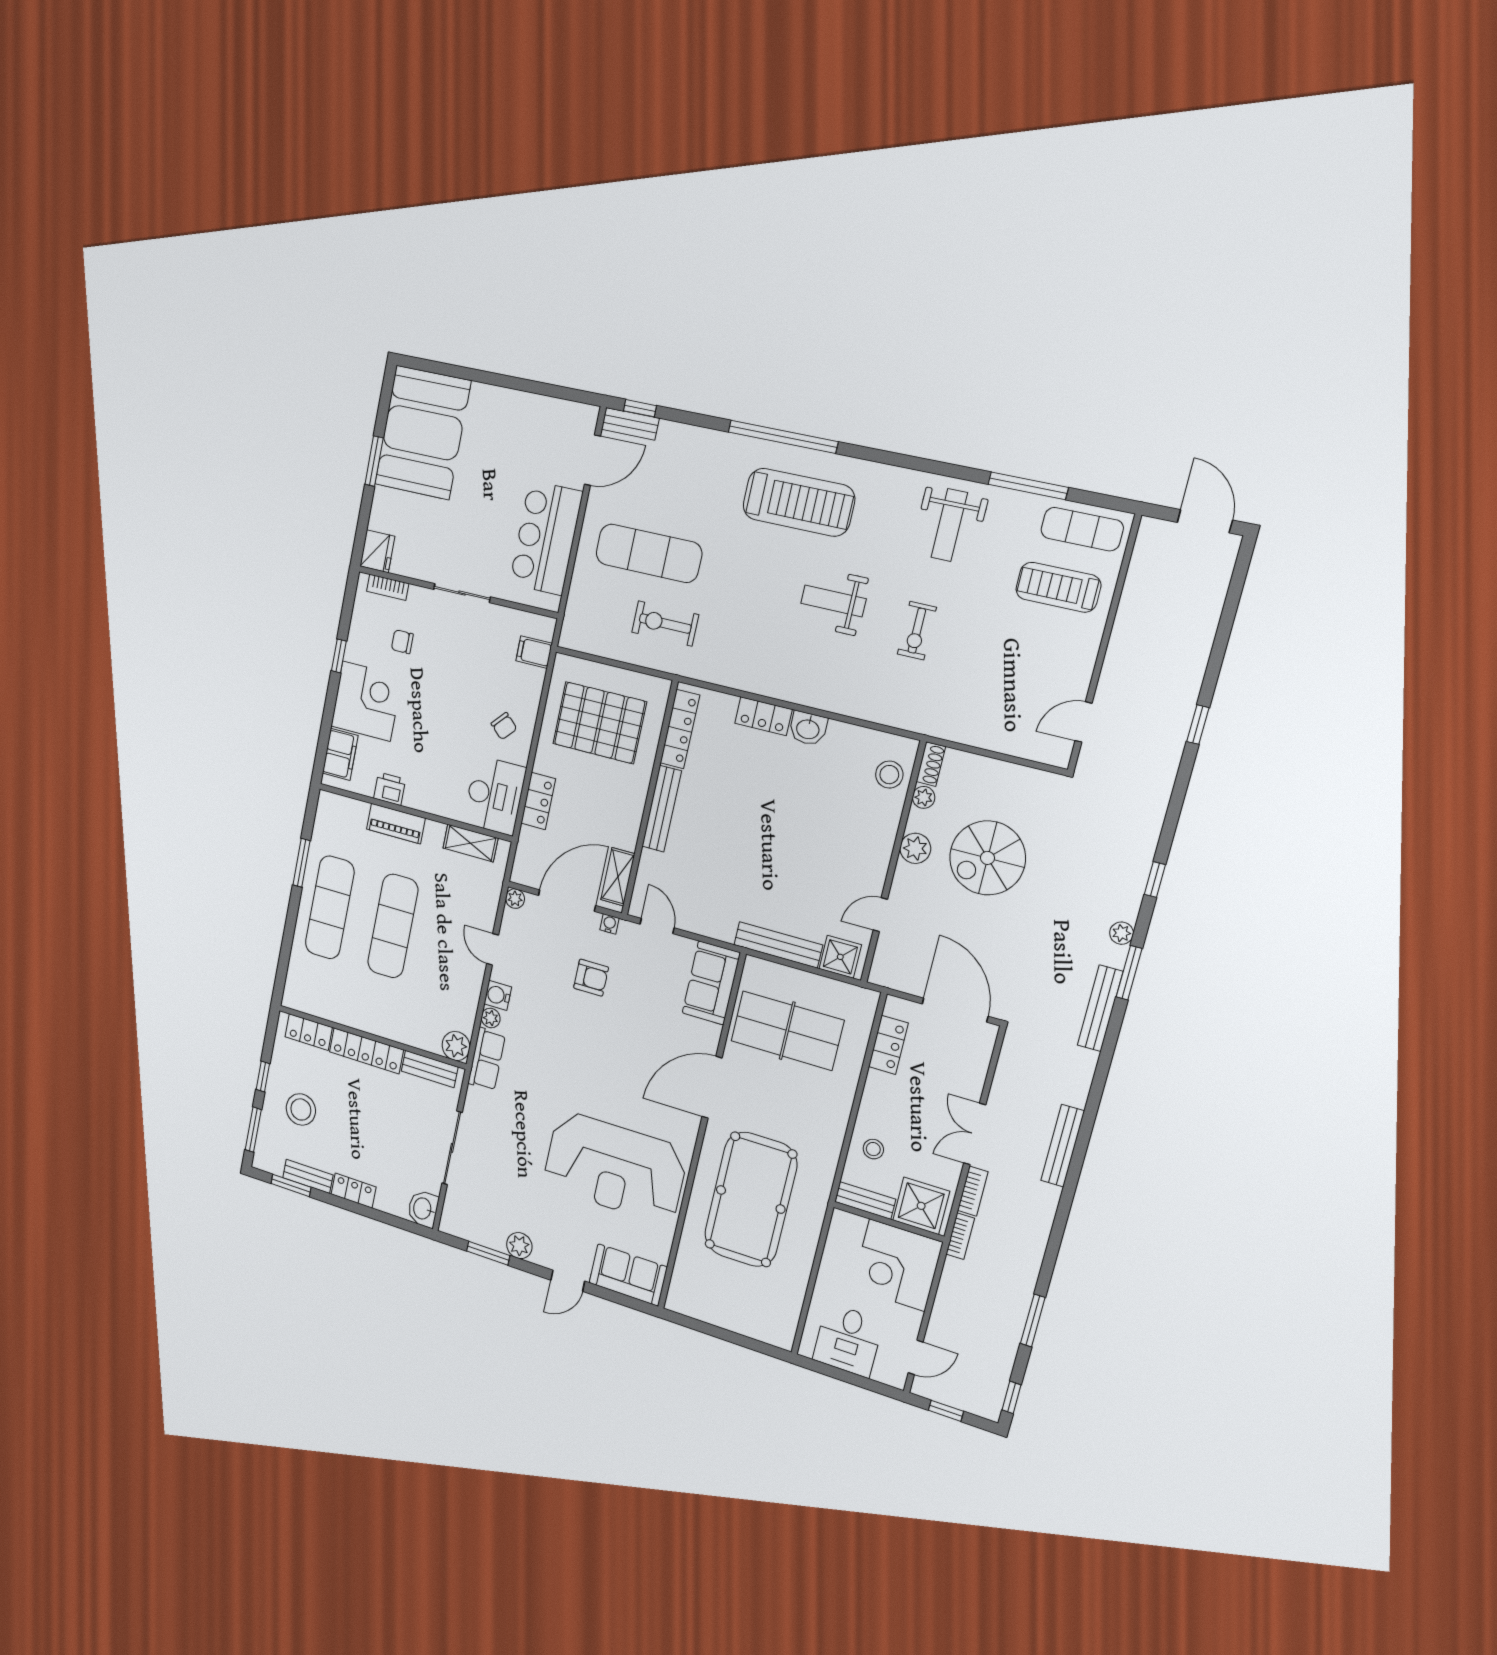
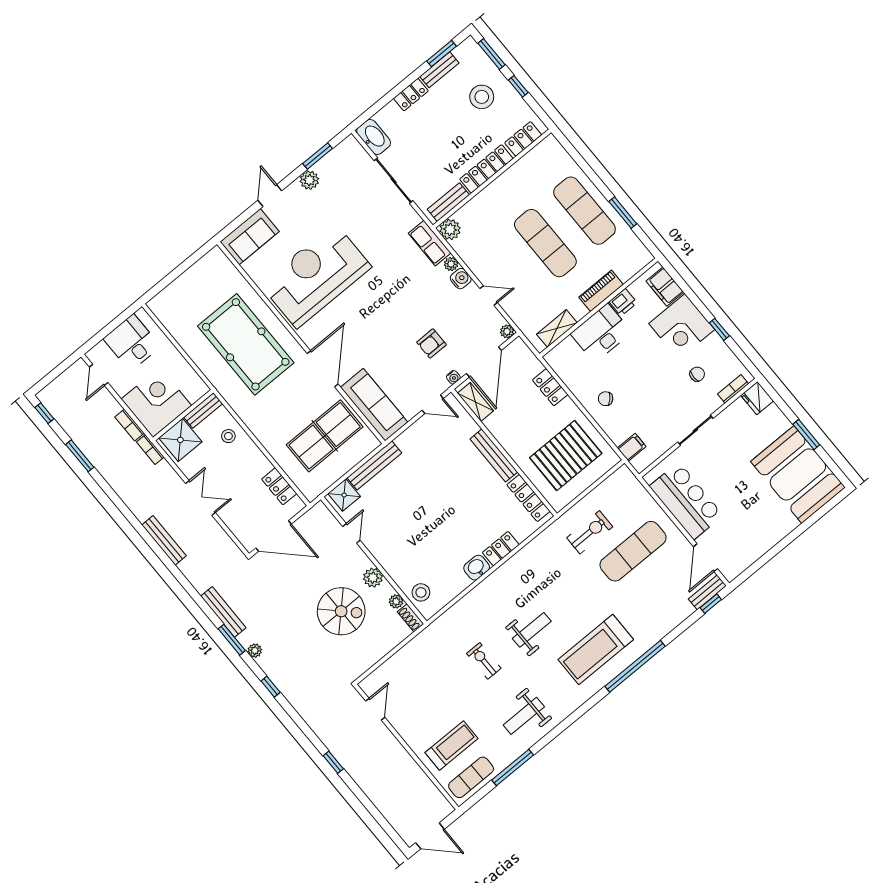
weight bench: (949, 525) -> (524, 716), turned -90
desk: (495, 795) -> (601, 333), moved, turned 90
spiral stairs: (987, 858) -> (341, 611), turned 90
sofa: (711, 983) -> (374, 405), width x1.36
bookcase: (973, 1191) -> (130, 425), moved
washbasin: (423, 1209) -> (374, 137), width x1.38
window: (946, 1411) -> (59, 370), removed

